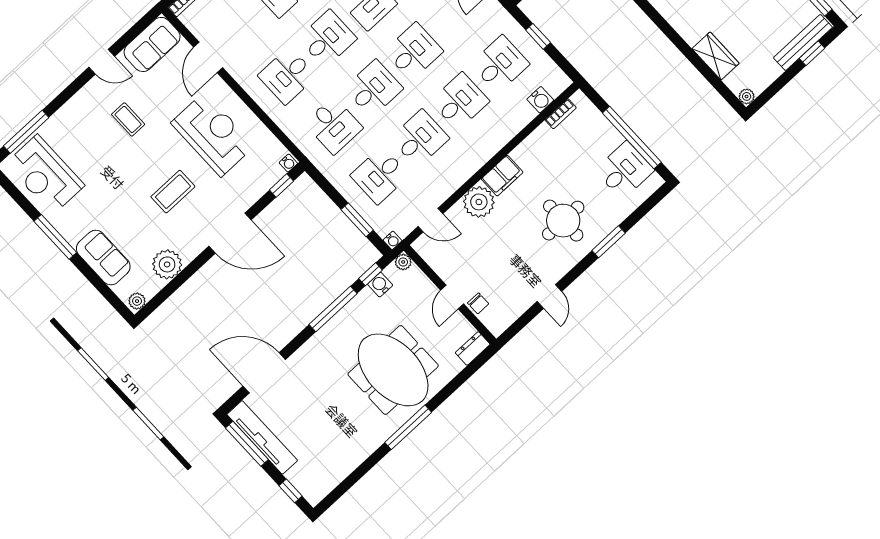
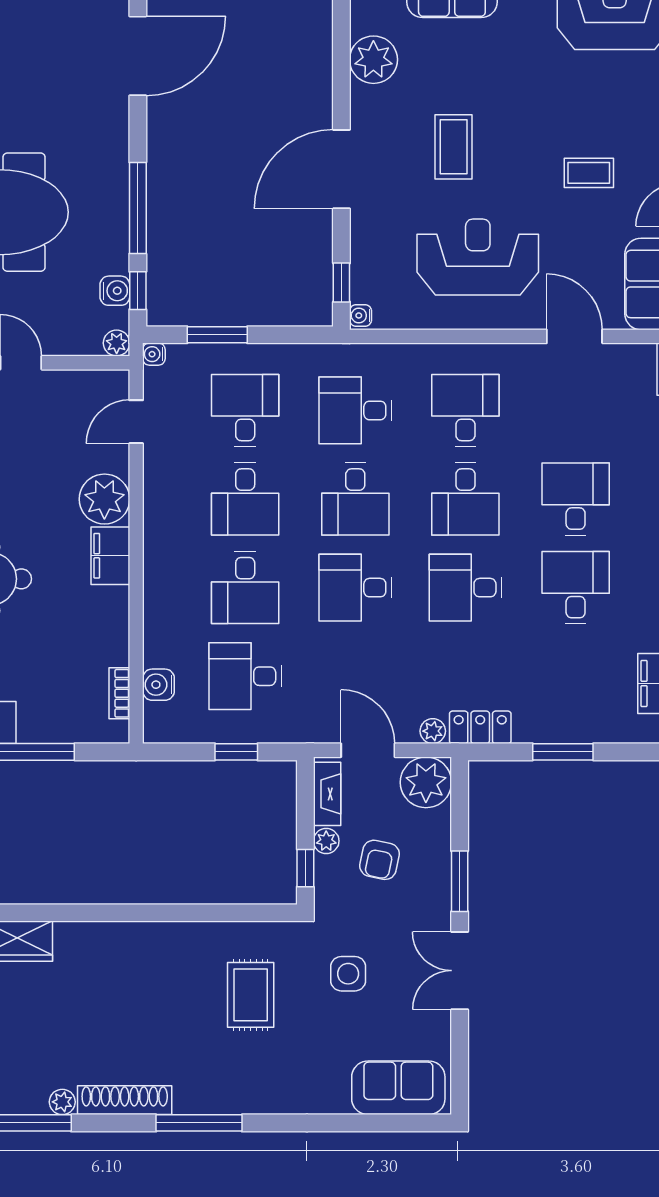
desk: (414, 51) -> (355, 588), turned 90
desk: (500, 64) -> (245, 676), turned 90
reception desk: (213, 134) -> (478, 257), turned 180

